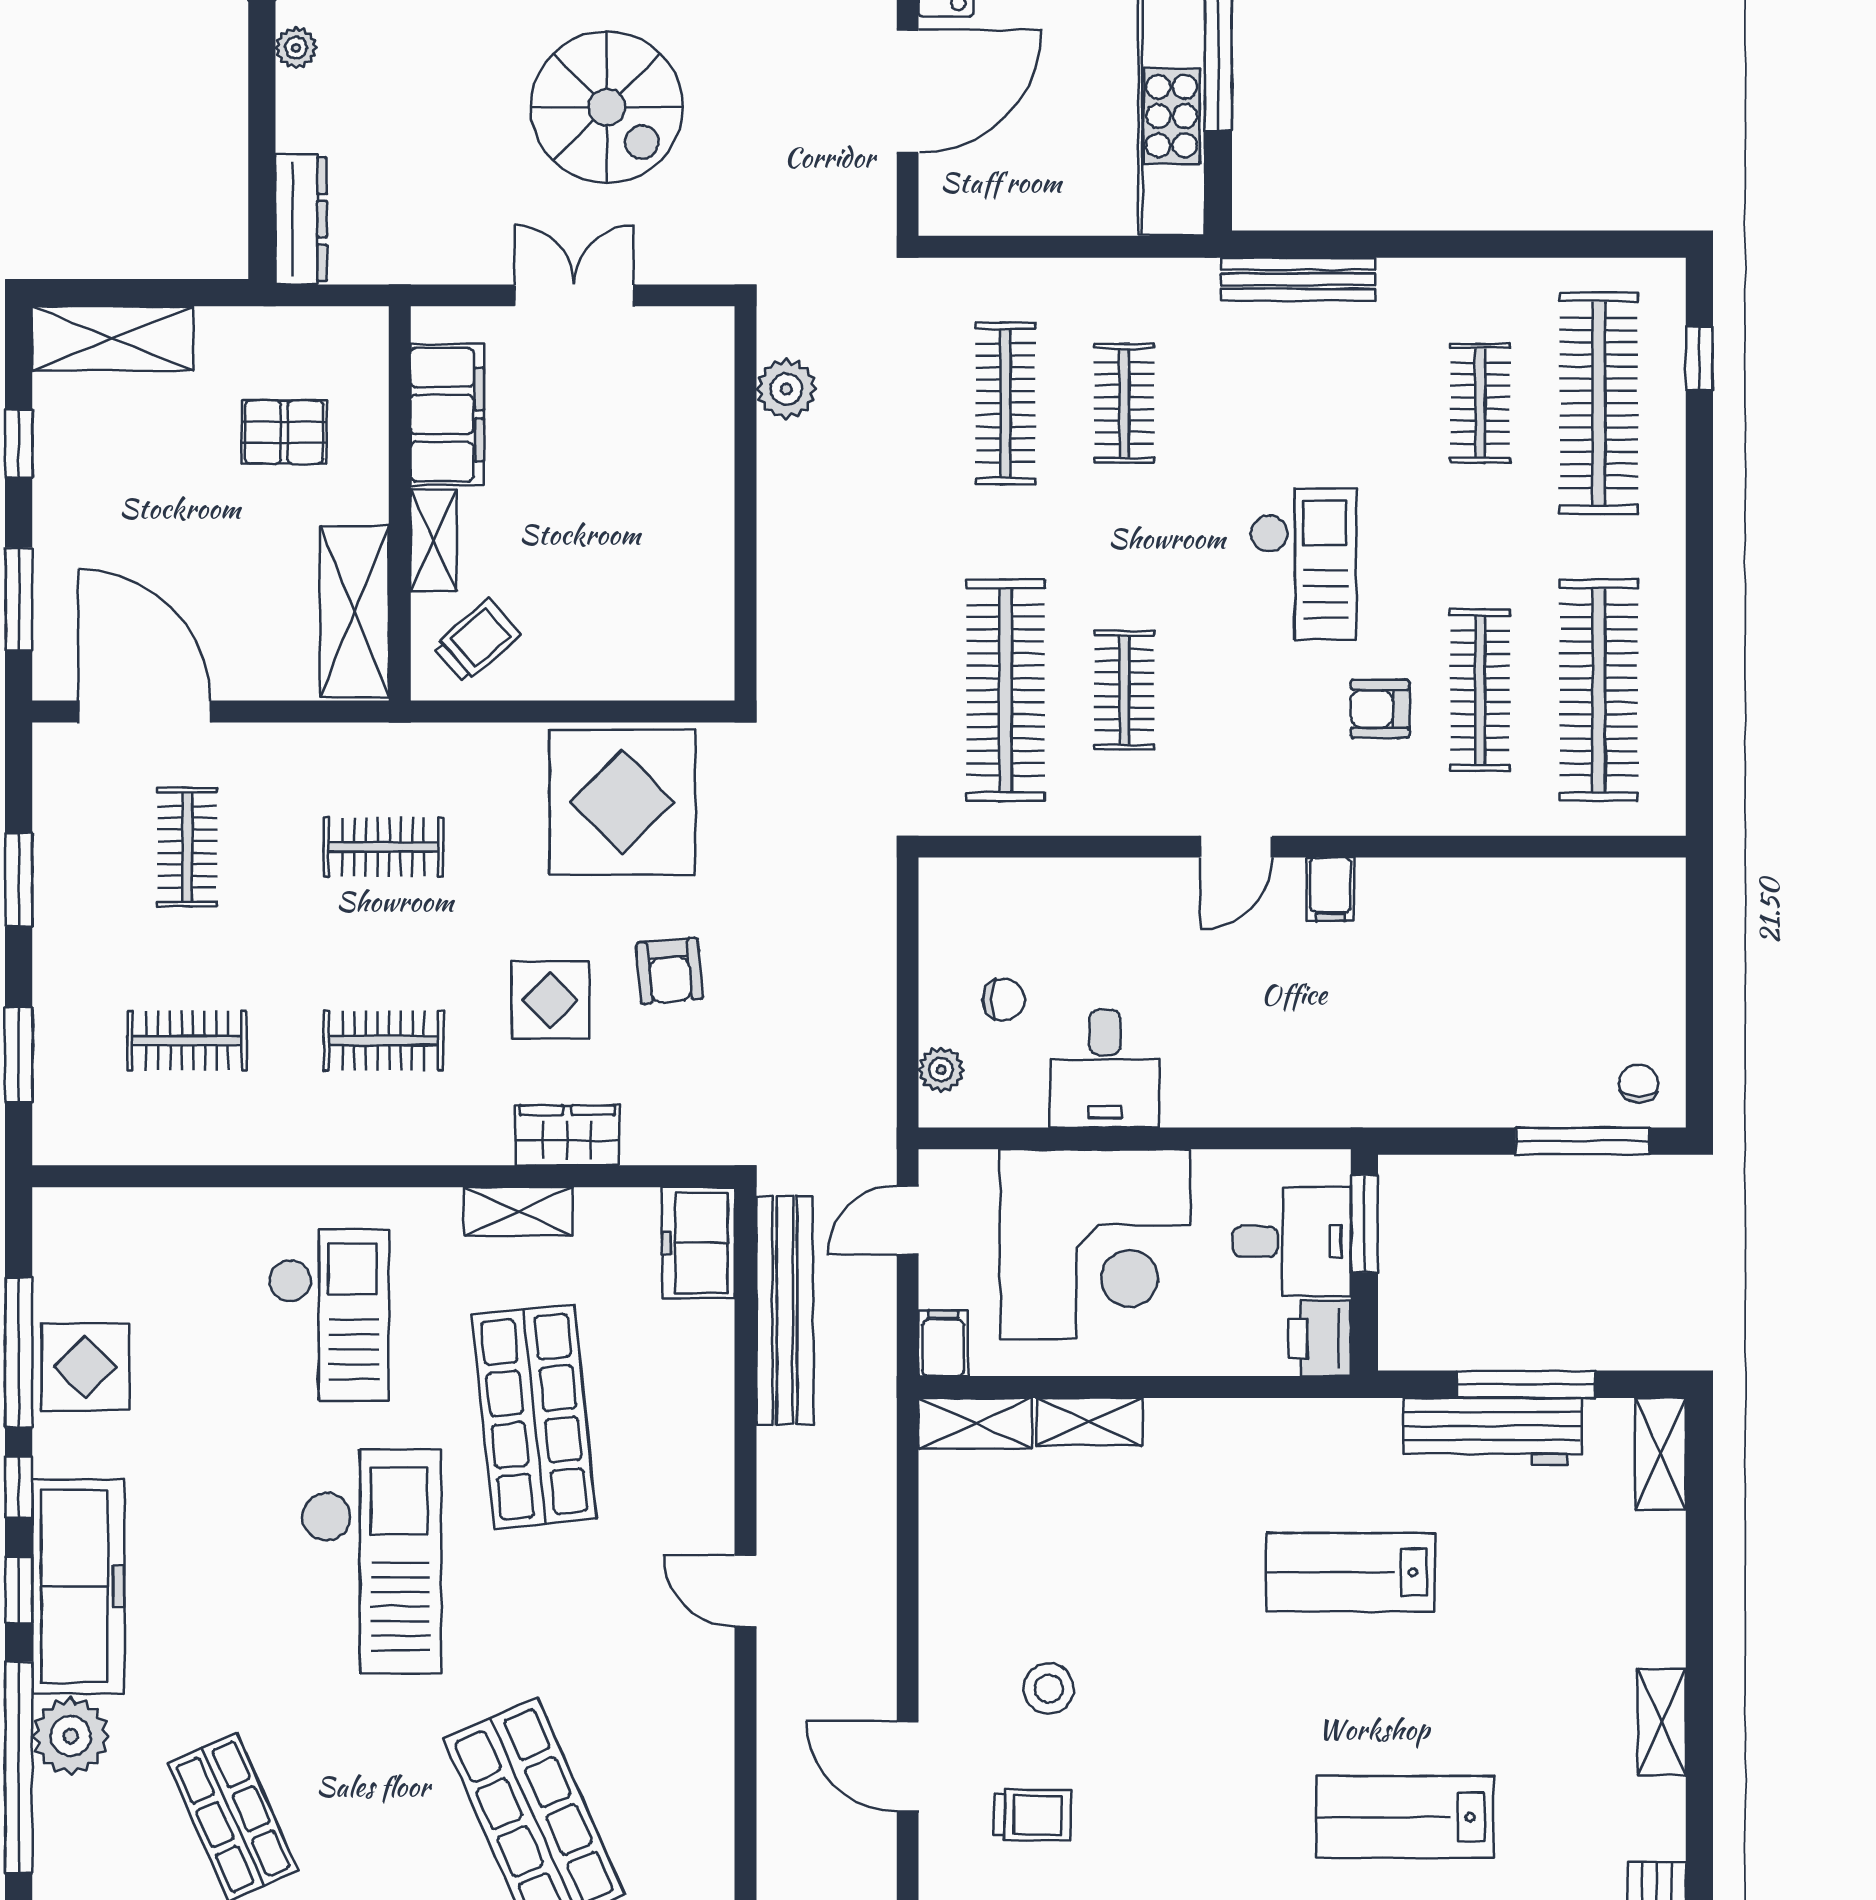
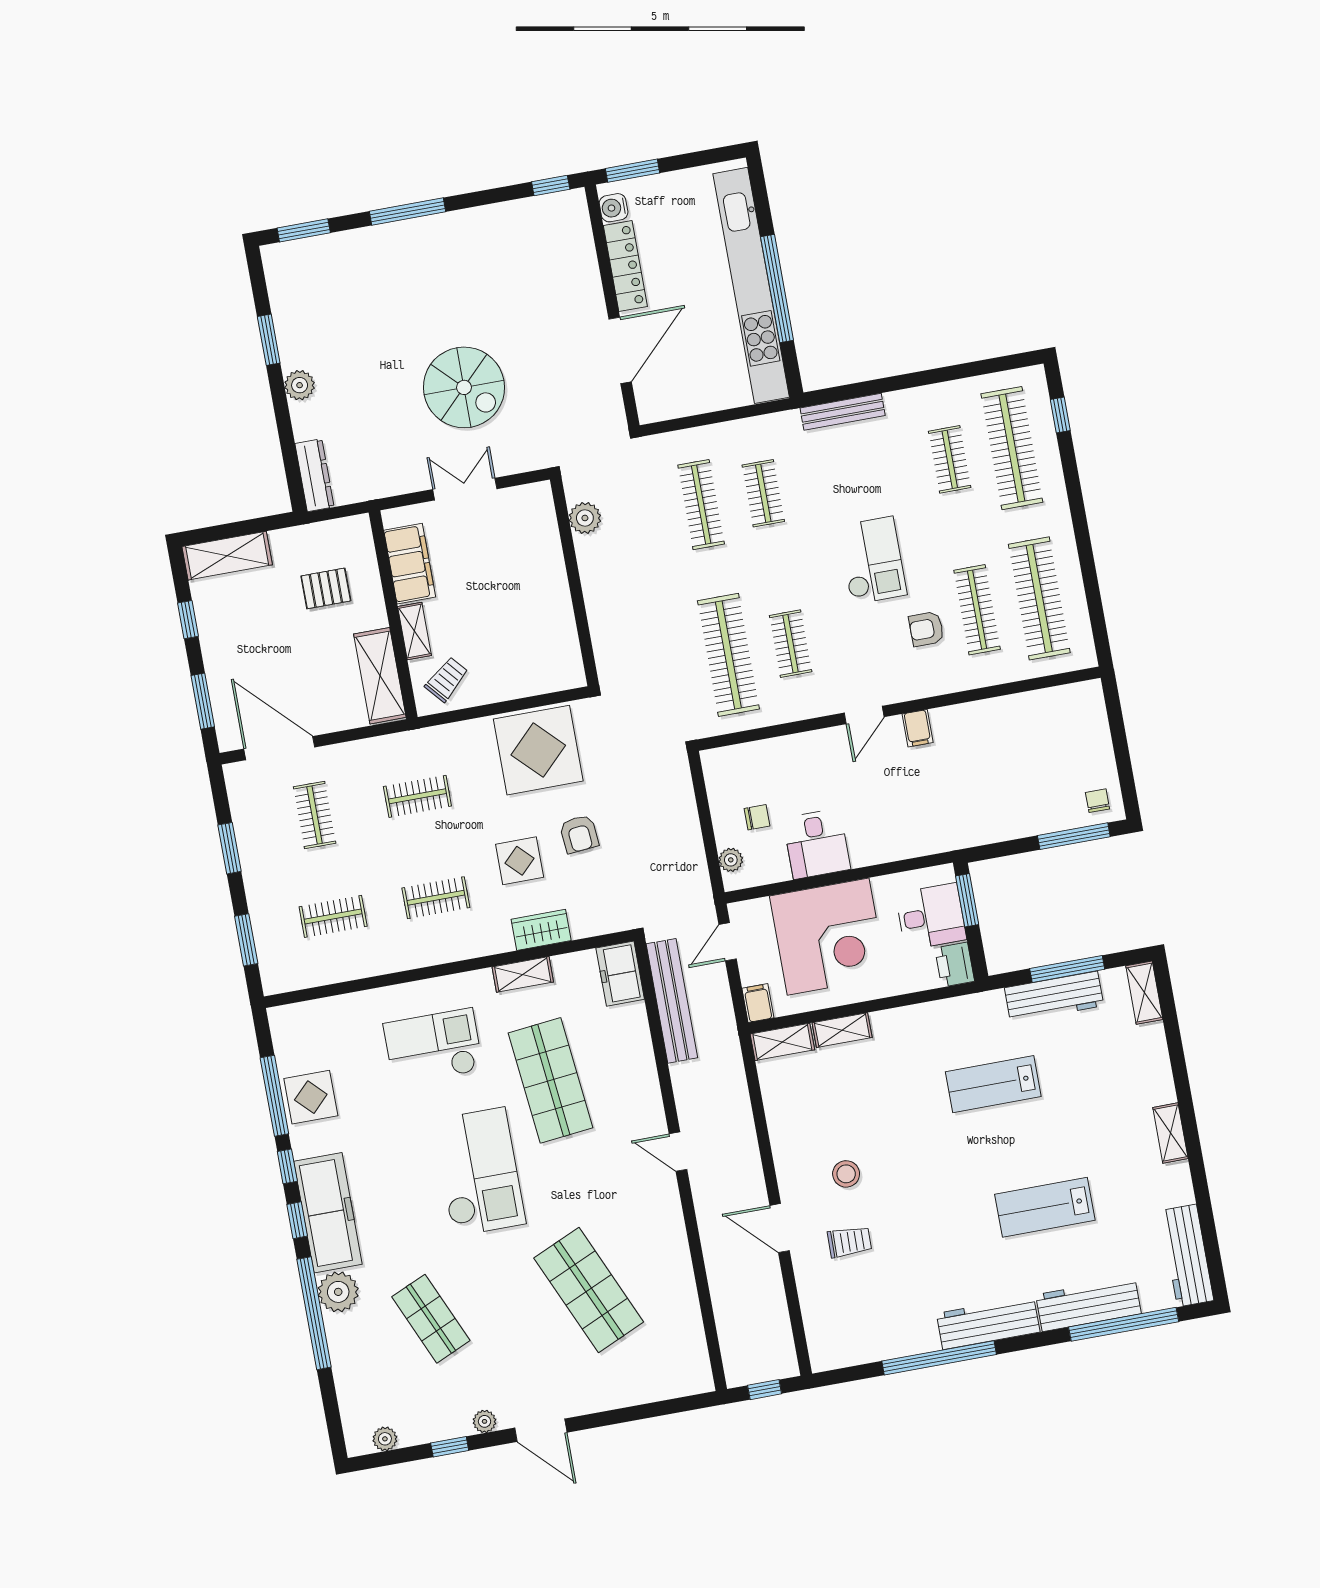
plant: (296, 48) -> (300, 385), width x1.38, depth x1.38
checkout: (329, 1315) -> (433, 1047), turned -90

